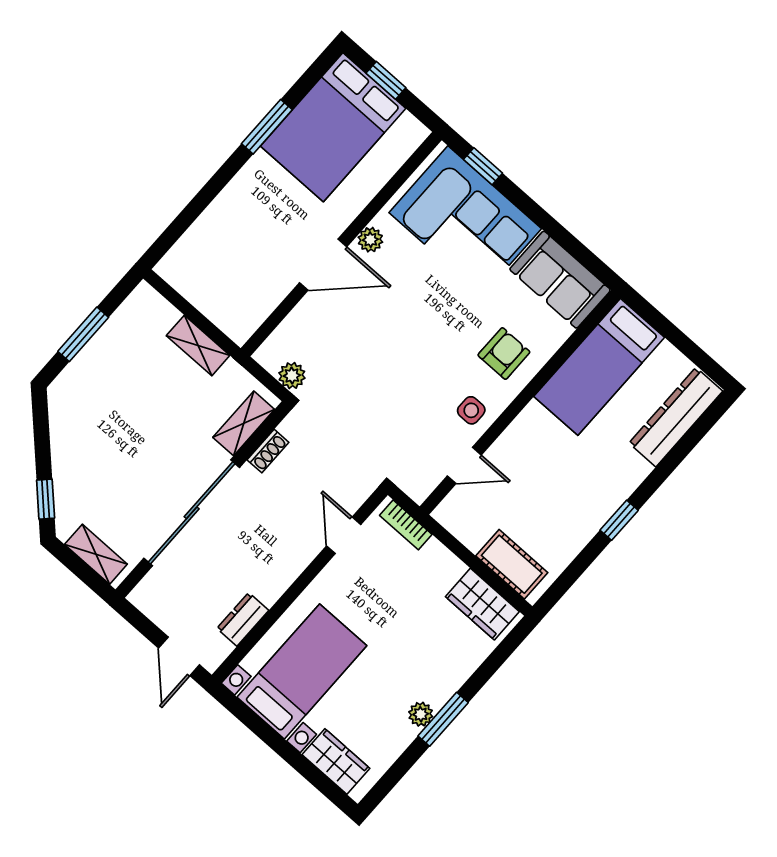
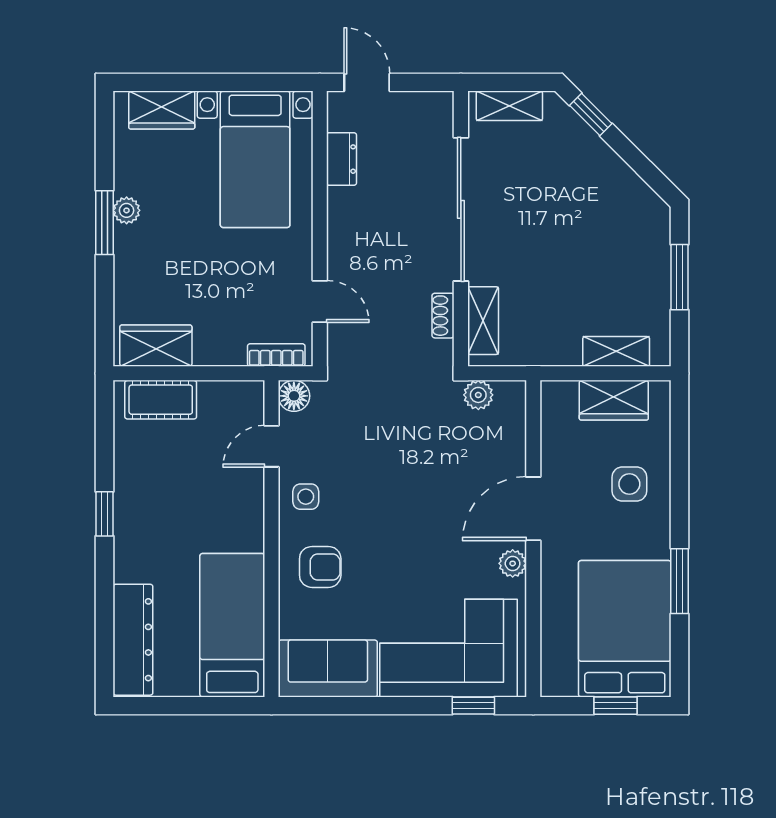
side table: (243, 223) -> (629, 484), added
wardrobe: (202, 290) -> (614, 400), added
shelving: (198, 346) -> (616, 351), moved
armchair: (504, 354) -> (320, 567), turned -90
floor lamp: (418, 486) -> (294, 396), added

